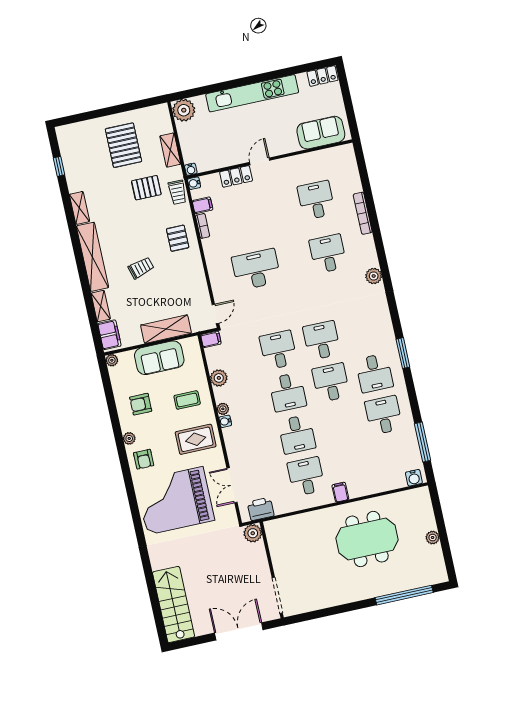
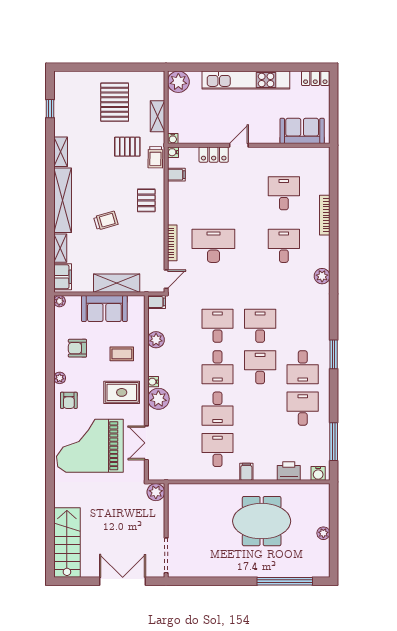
bookcase: (203, 226) -> (172, 243), moved, width x1.56
plant: (223, 409) -> (158, 399), moved, width x1.88, depth x1.88
printer: (261, 509) -> (289, 471), moved

